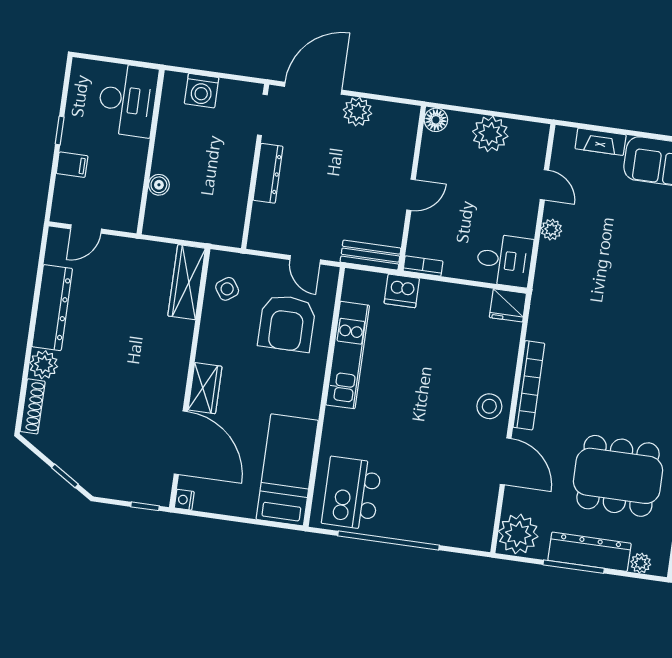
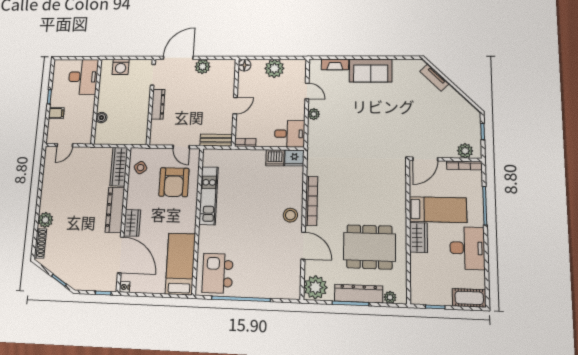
dishwasher: (402, 291) -> (275, 158), moved
dresser: (52, 308) -> (115, 210), moved, turned 180

